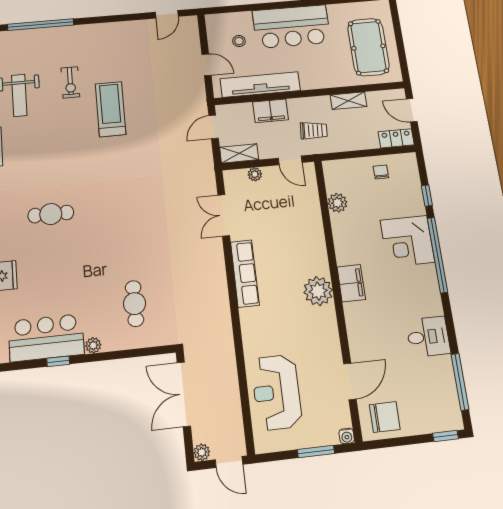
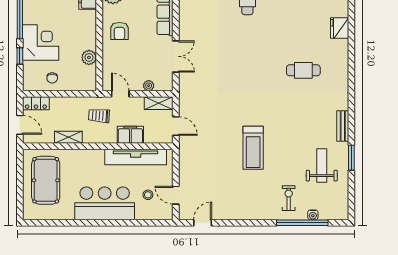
water cooler: (27, 35) -> (313, 215), added
door: (206, 65) -> (176, 195), moved
exercise bike: (70, 82) -> (289, 198), moved
door: (214, 127) -> (176, 126), hinge flipped
armchair: (302, 241) -> (119, 31), added
corner desk: (407, 241) -> (41, 42), moved

